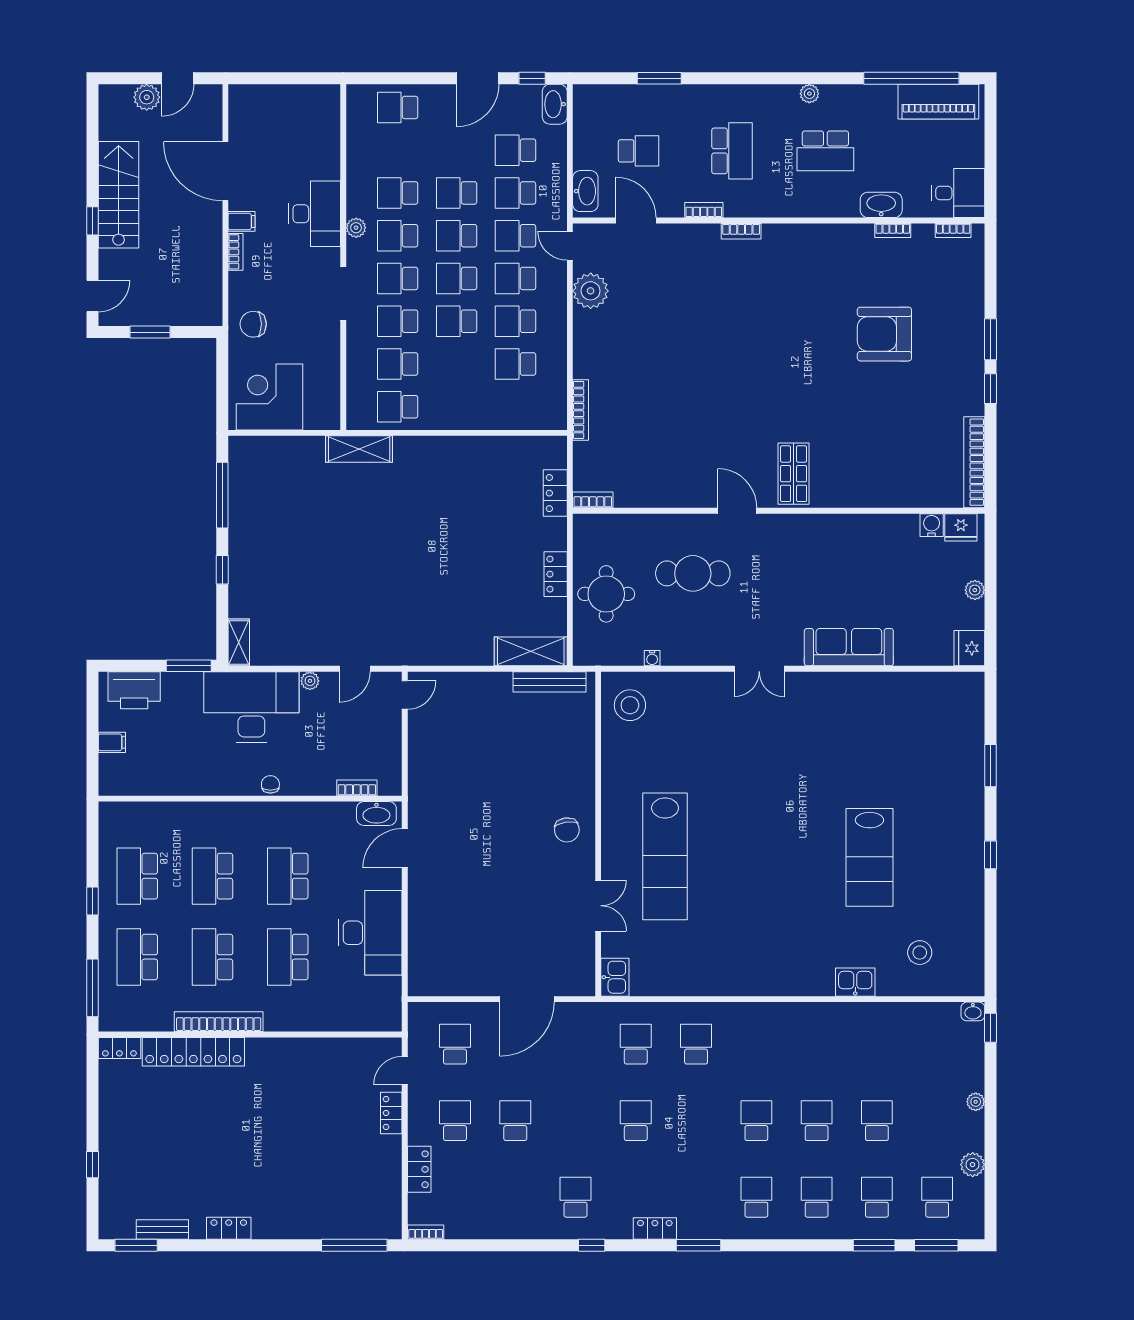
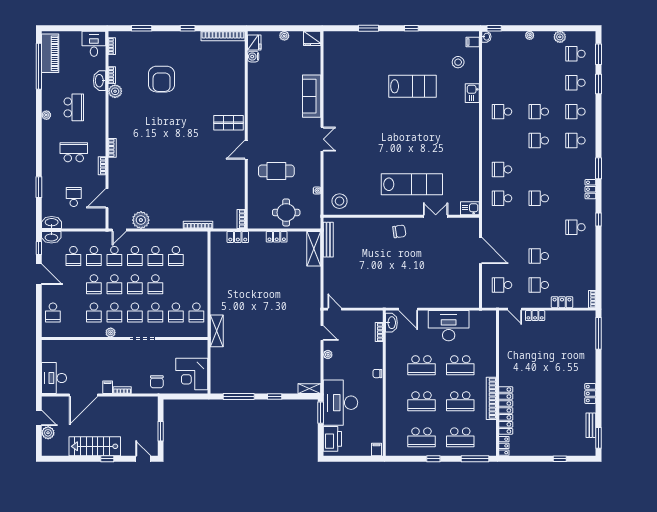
washbasin: (585, 191) -> (52, 223), moved
desk: (315, 214) -> (54, 378), moved, turned -90
plant: (859, 237) -> (115, 91), added
window: (991, 339) -> (142, 28), moved
cafe table: (693, 573) -> (276, 171), turned 90
desk: (251, 707) -> (340, 403), moved
filing cabinet: (112, 742) -> (377, 449), moved
filing cabinet: (962, 983) -> (473, 42), added
school desk: (877, 1121) -> (502, 112), moved

